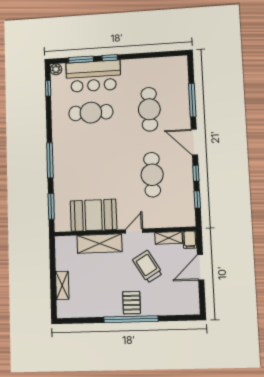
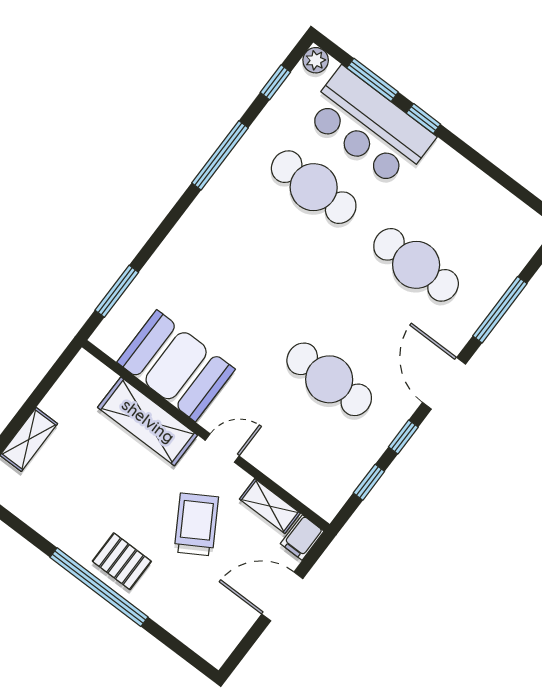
cafe table: (149, 109) -> (416, 265), turned 90
window: (50, 160) -> (220, 155), moved
cafe table: (152, 175) -> (329, 379), turned 90
pallet: (132, 303) -> (122, 561), turned 90

